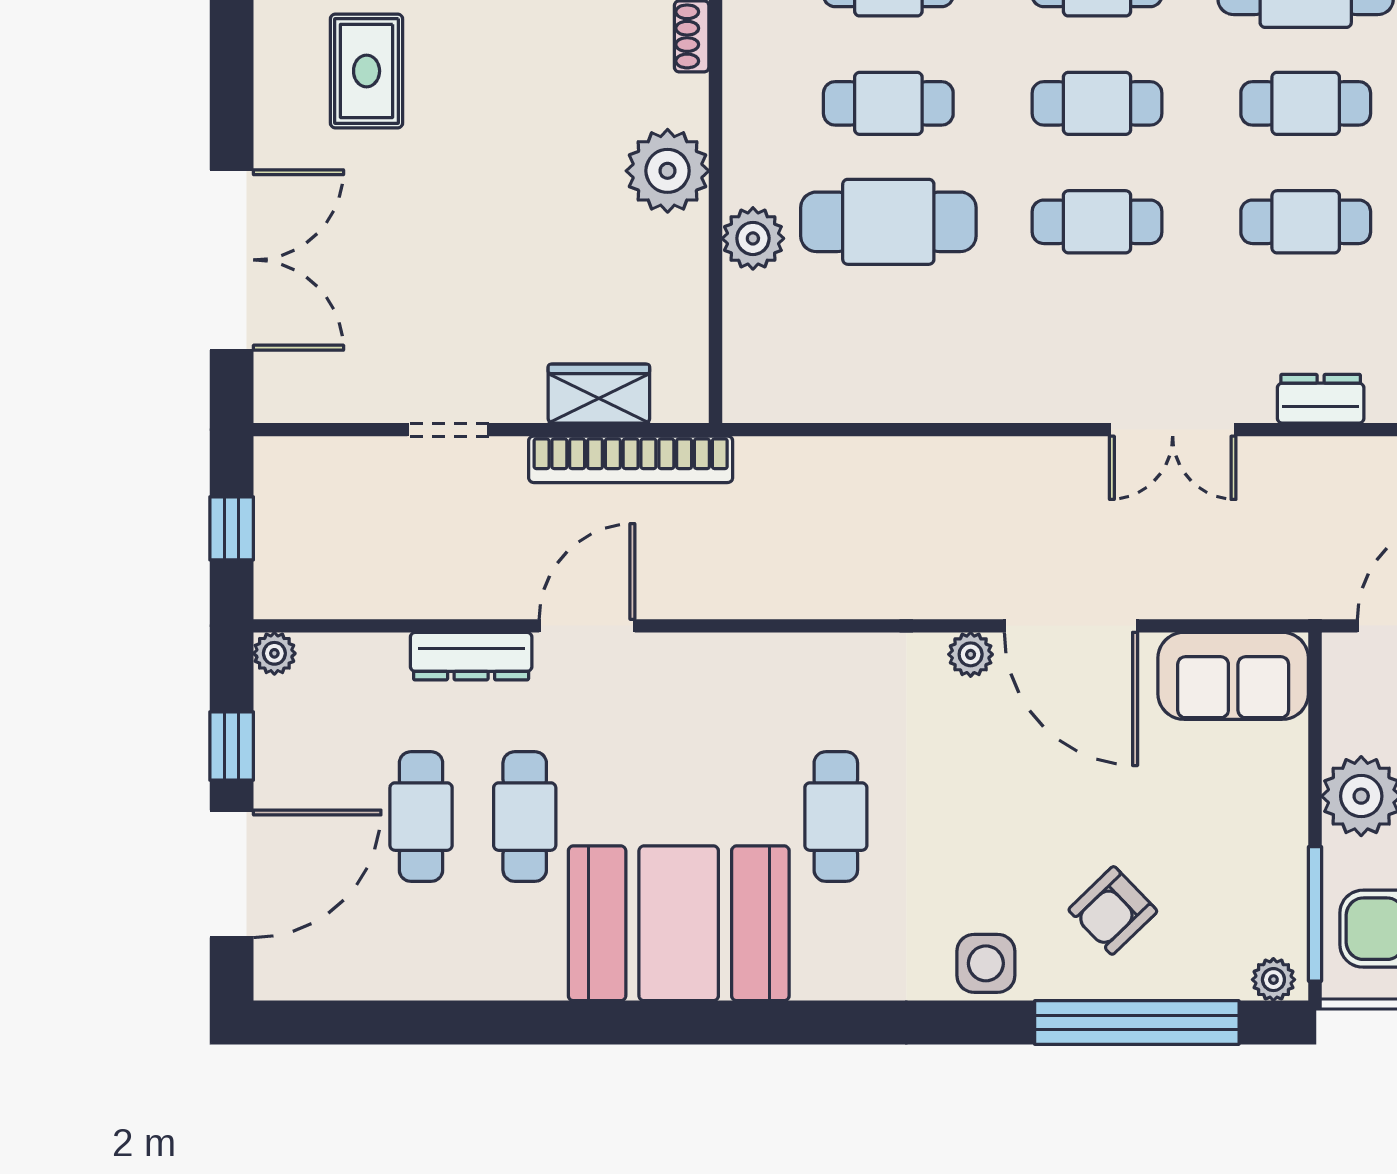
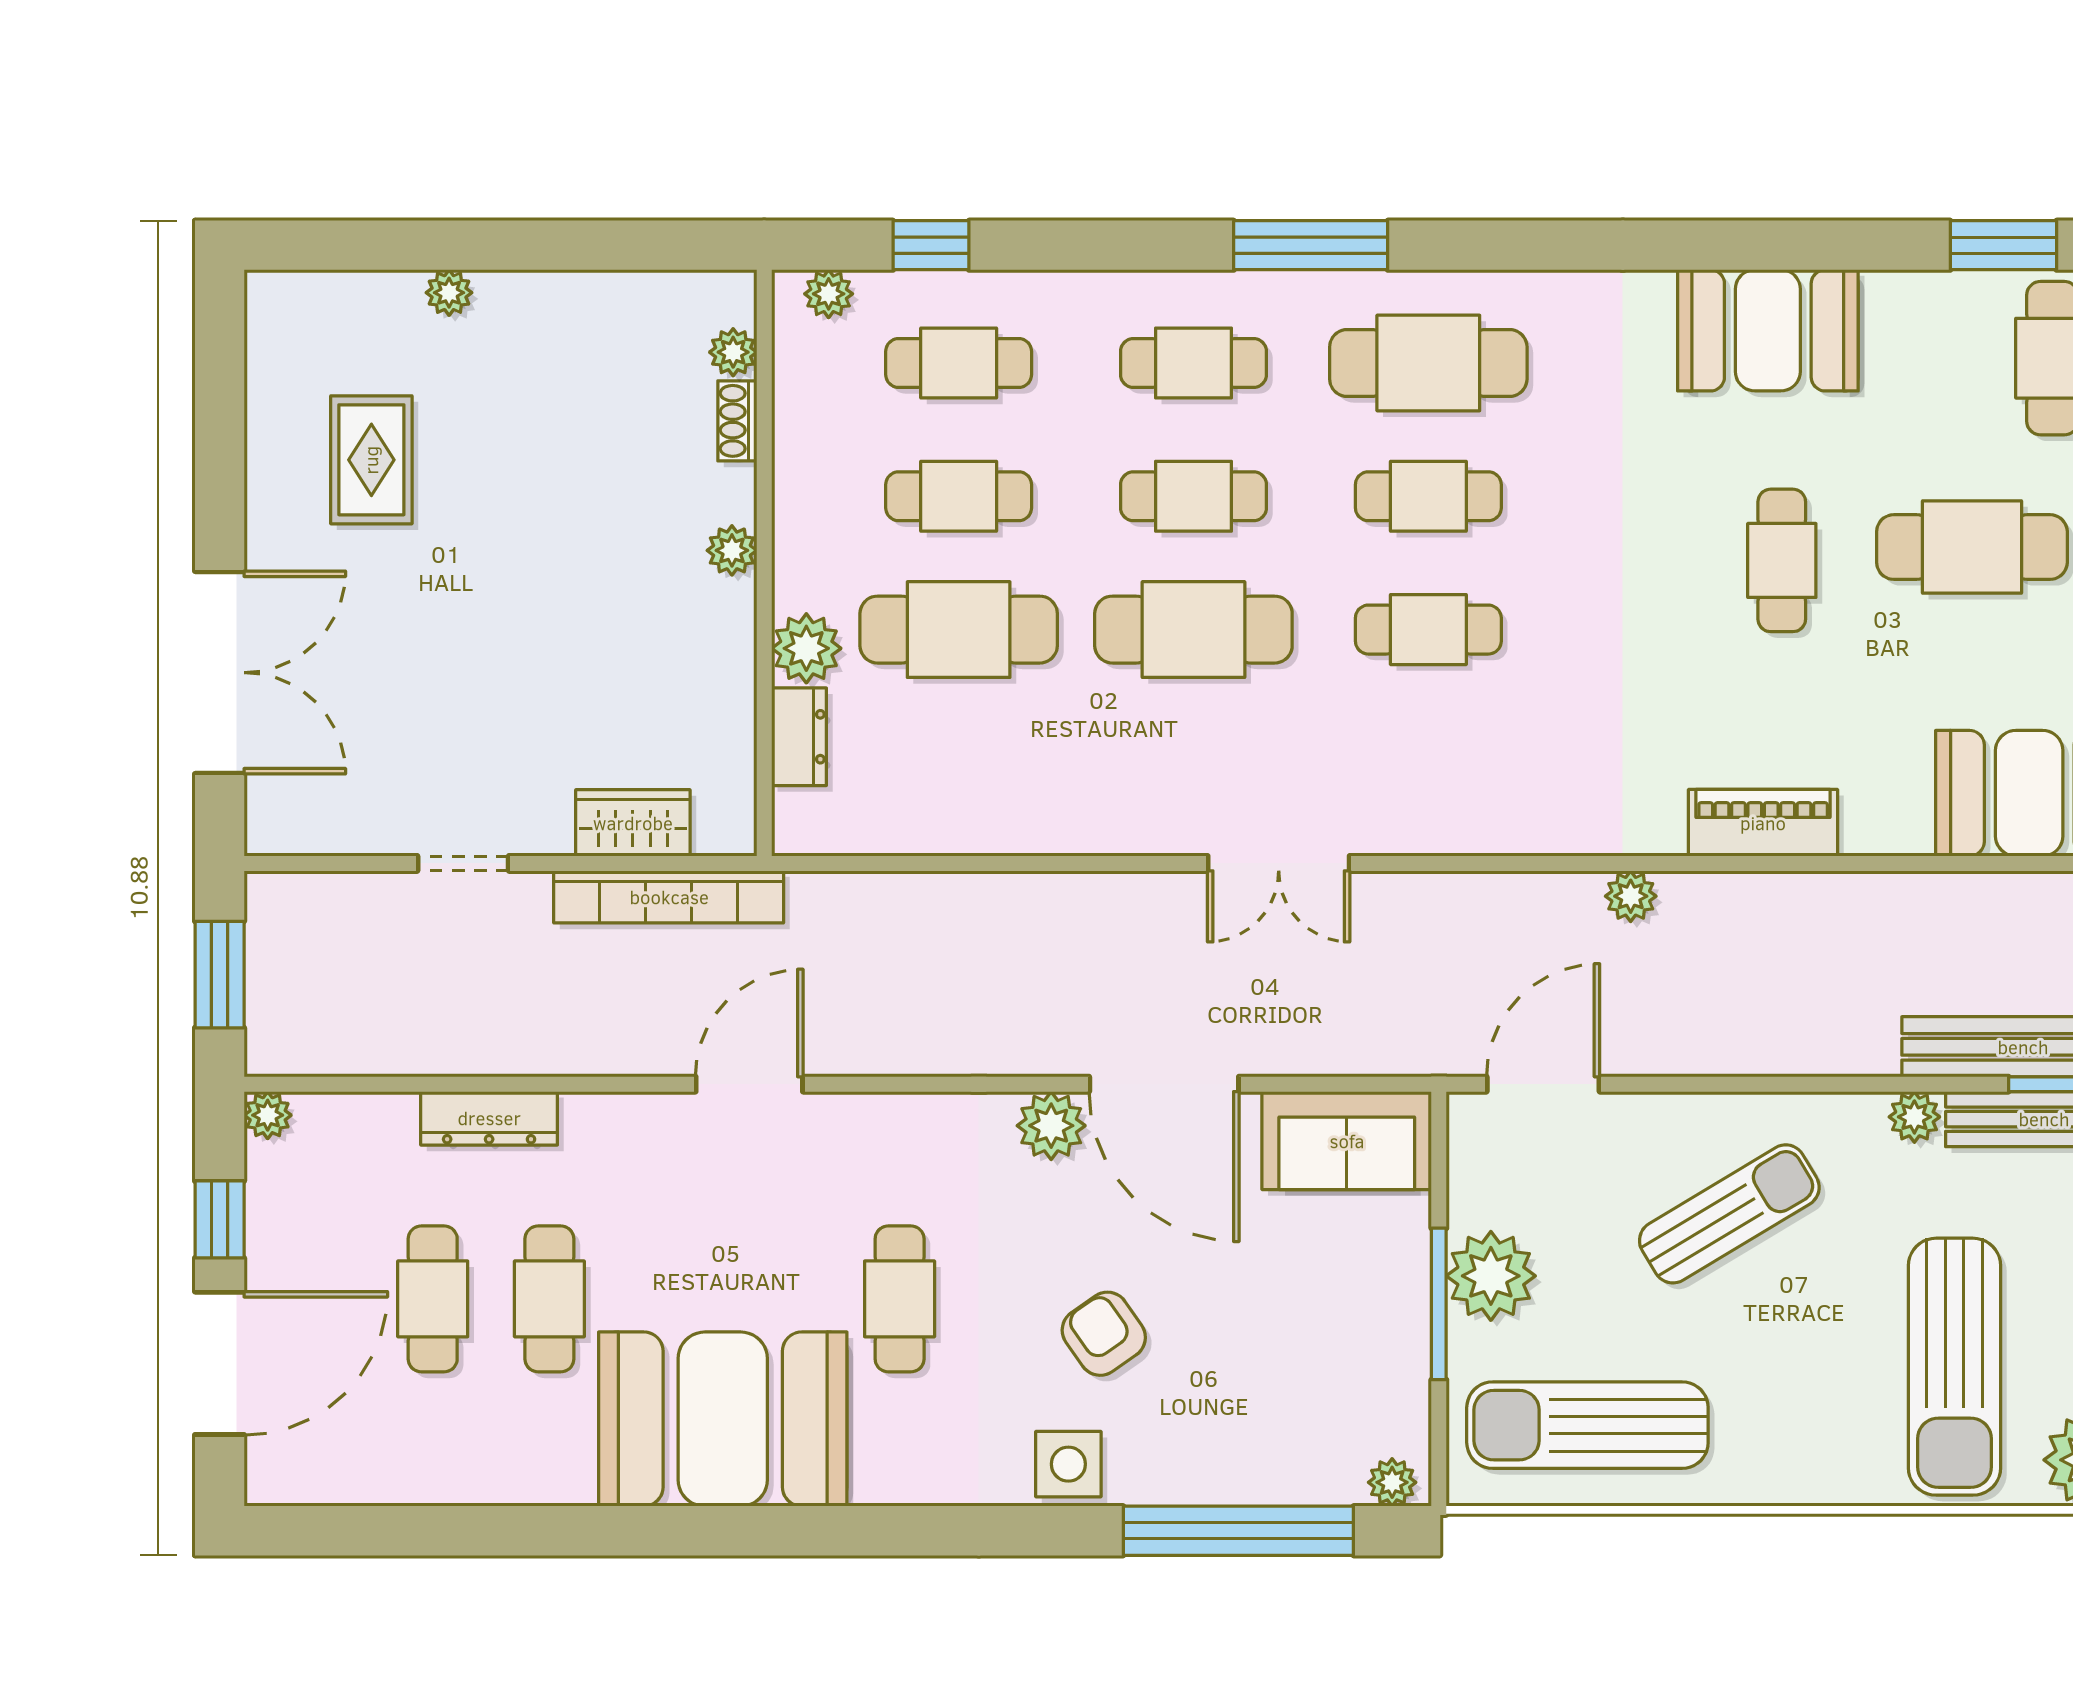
plant: (668, 171) -> (732, 550), width x0.53, depth x0.53
cafe table: (1097, 222) -> (1193, 630), width x1.37, depth x1.35
dresser: (1321, 399) -> (799, 737), moved, turned 90
window: (232, 528) -> (220, 975), width x1.50
door: (587, 626) -> (749, 1084), moved
plant: (971, 654) -> (1051, 1126), width x1.38, depth x1.38
armchair: (1113, 910) -> (1104, 1334), moved, turned 99
window: (1315, 914) -> (1439, 1304), moved

